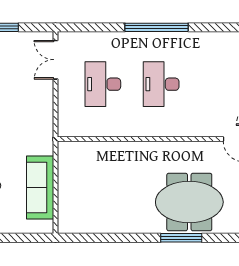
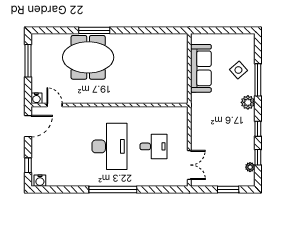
desk: (103, 84) -> (154, 146), width x0.73
desk: (161, 84) -> (109, 146), width x1.36, depth x1.30

